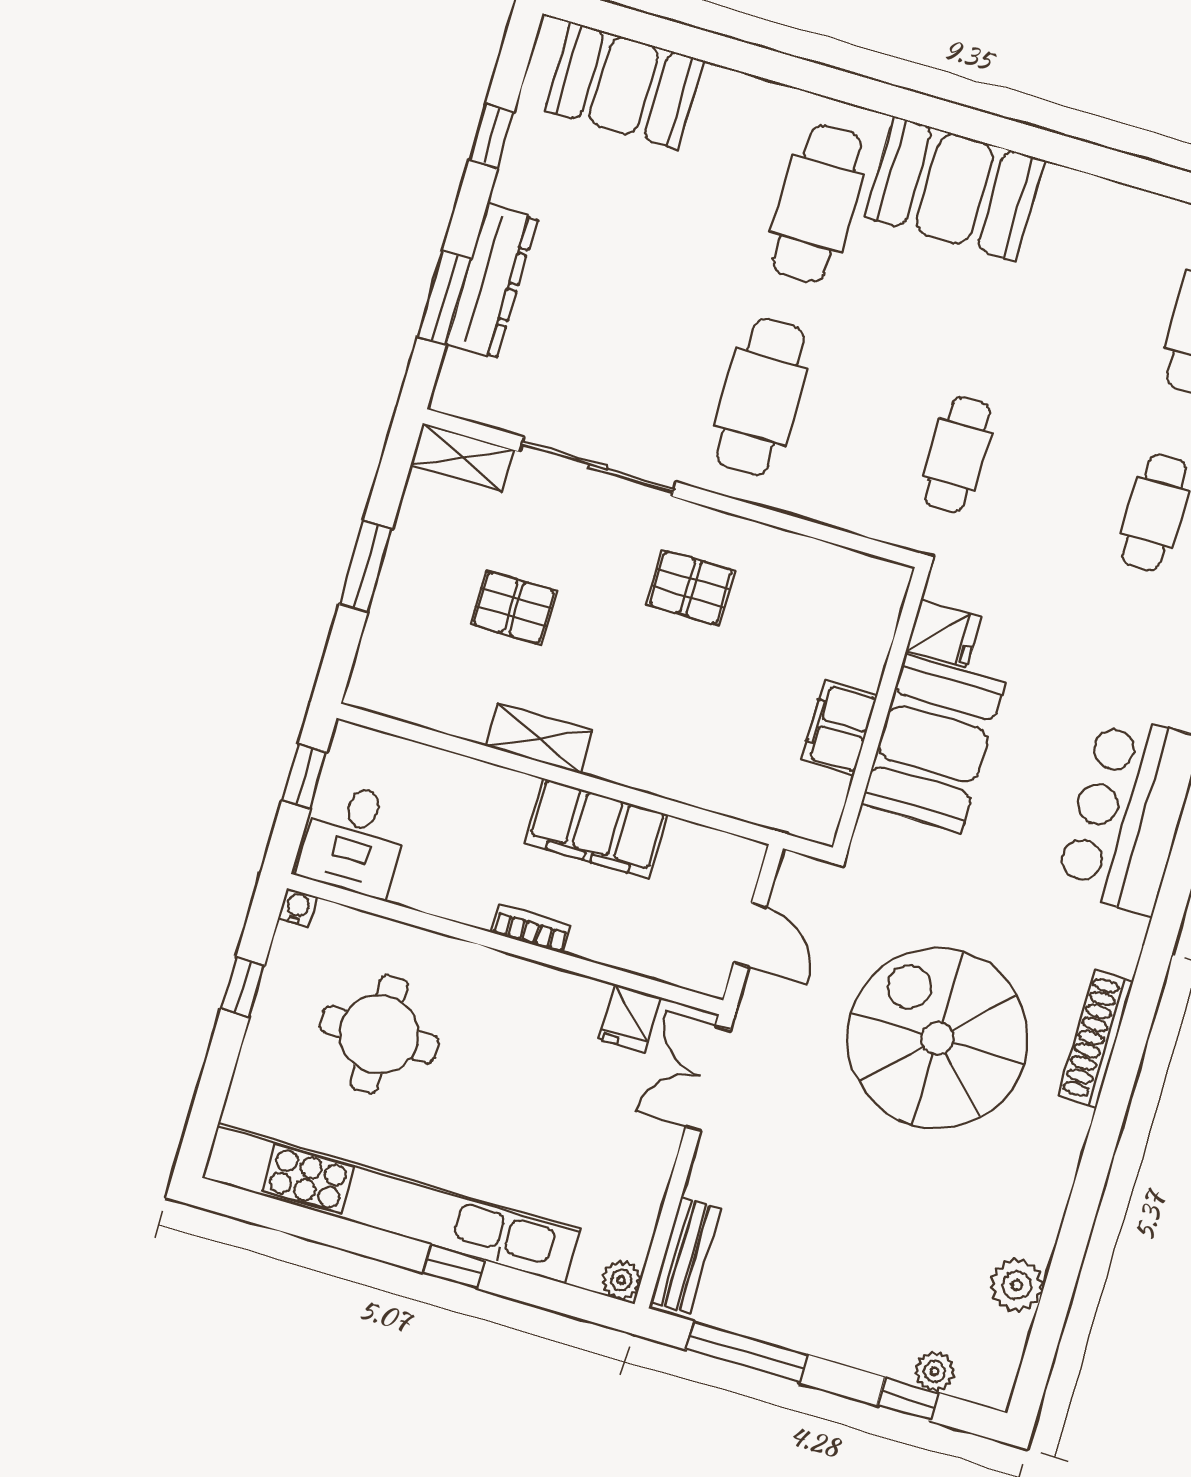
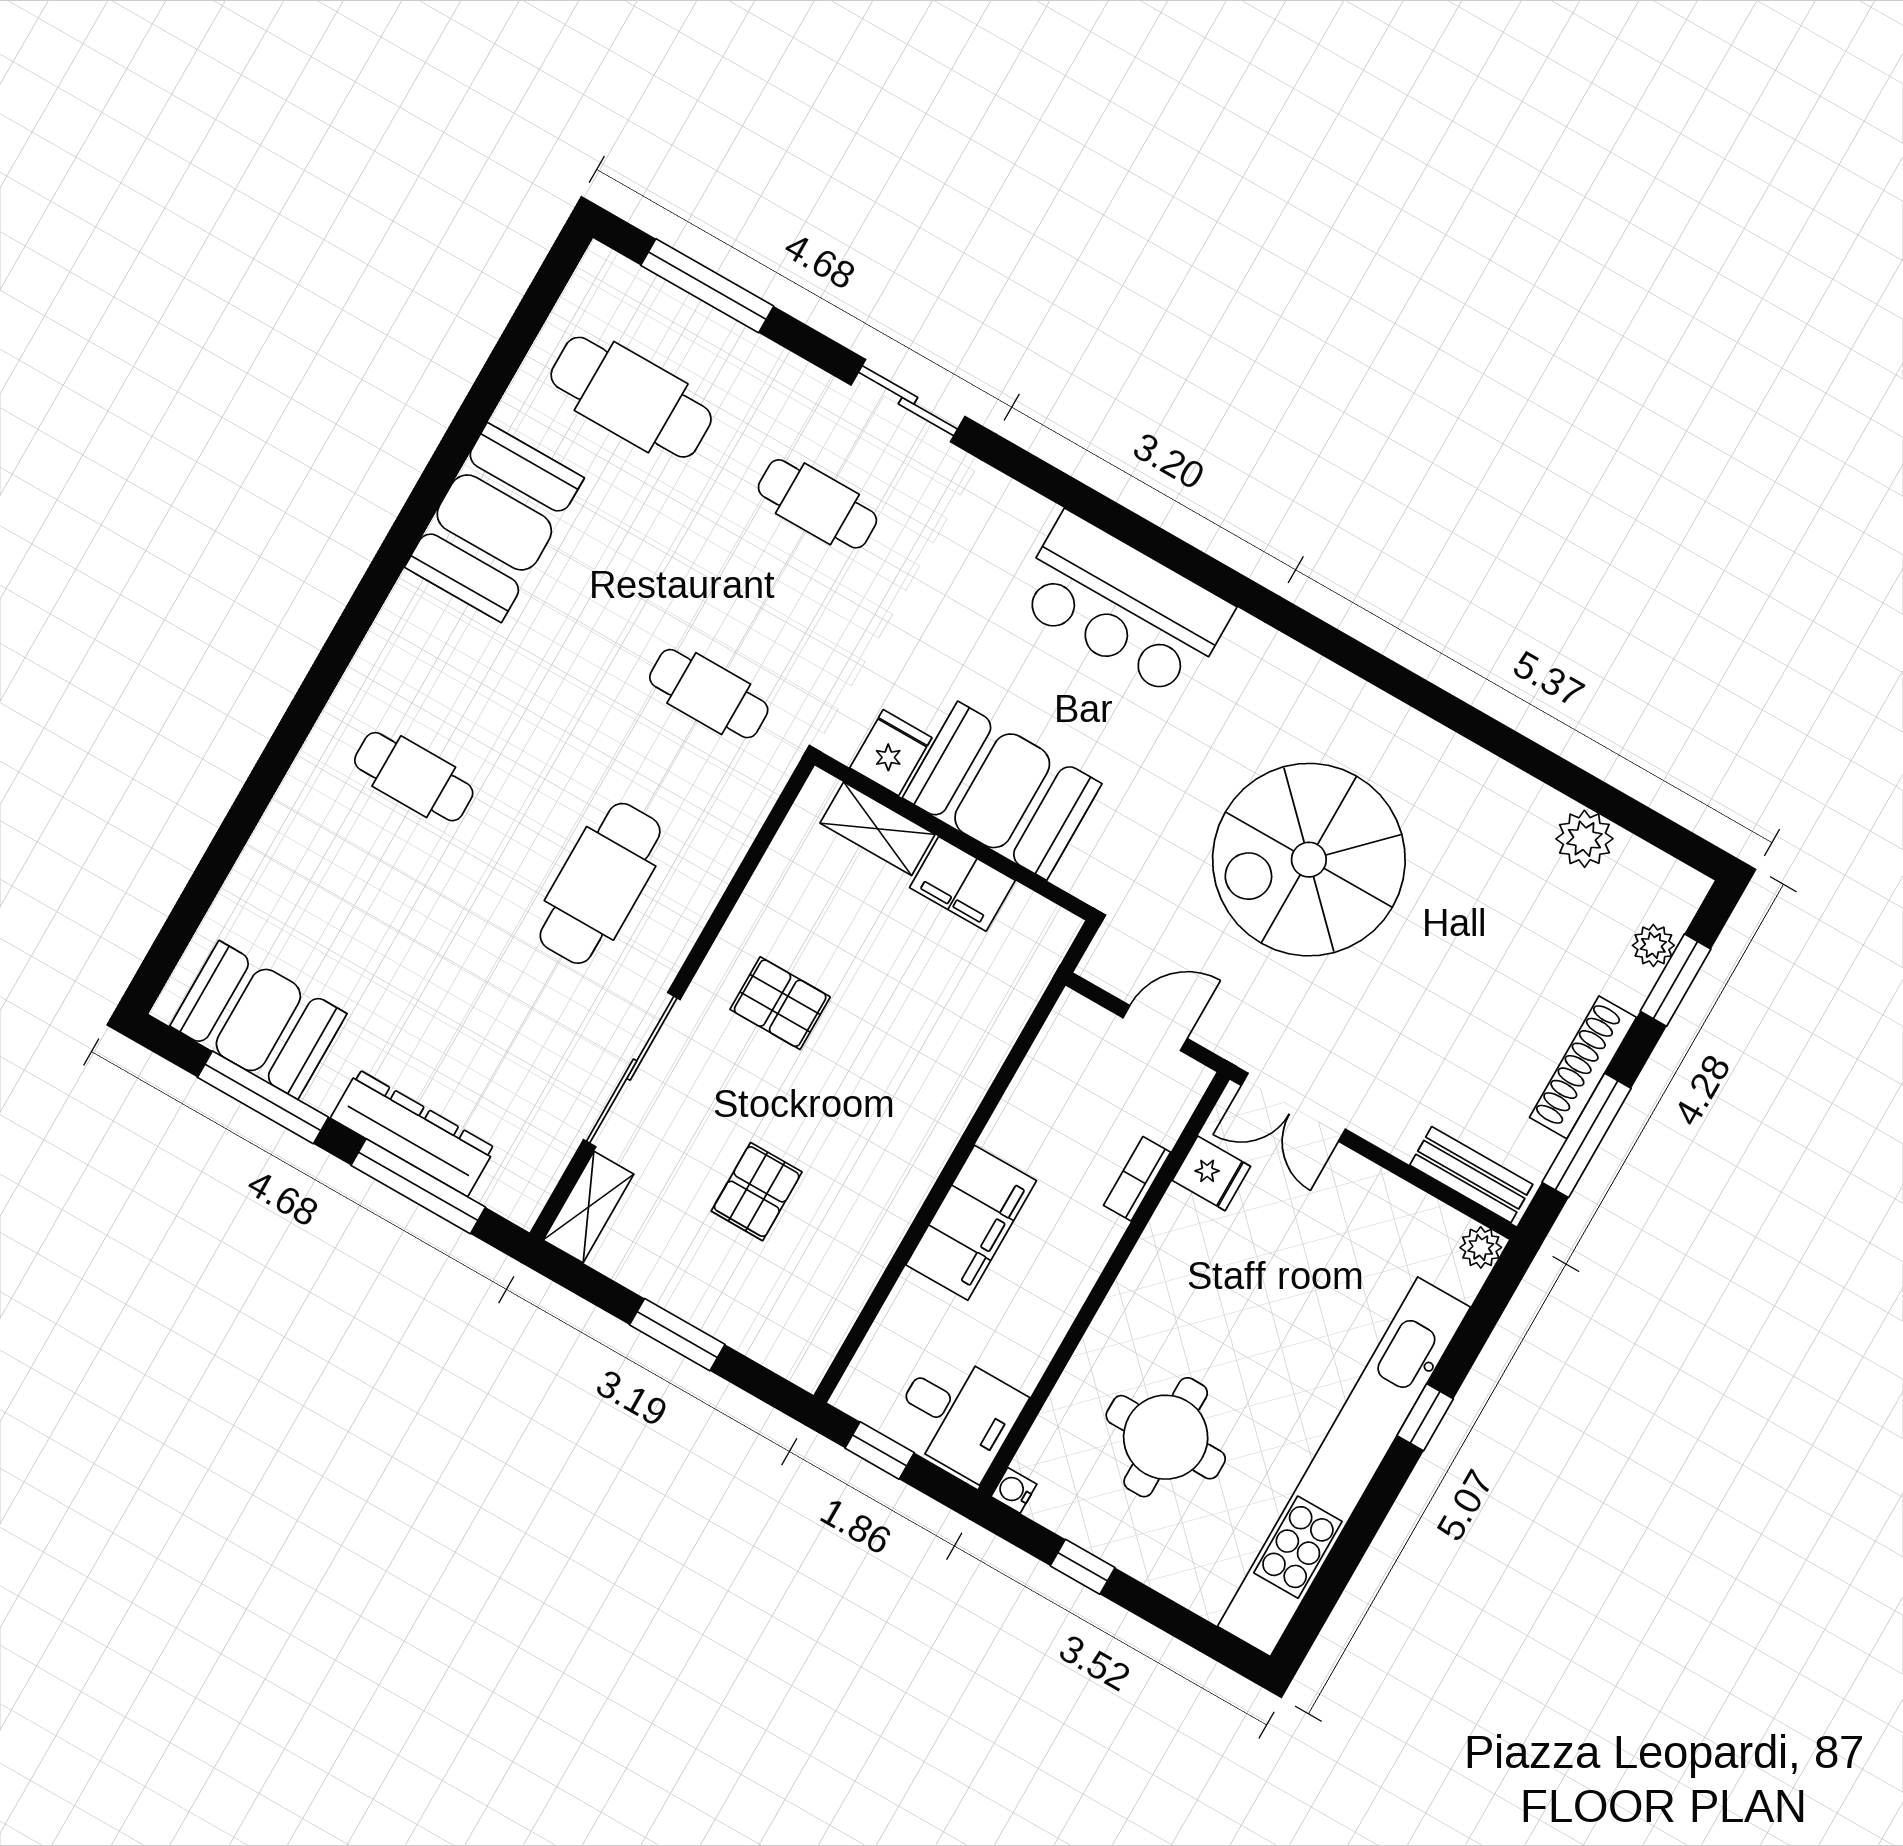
booth: (624, 86) -> (258, 1020), moved, turned 90
window: (492, 136) -> (263, 1097), width x2.17
booth: (955, 189) -> (494, 522), moved
cafe table: (817, 204) -> (414, 777), width x0.73, depth x0.74
window: (444, 297) -> (418, 1186), width x1.44
cafe table: (761, 397) -> (600, 883), turned 90
pallet: (691, 587) -> (780, 1003), turned 90
shelving: (539, 739) -> (878, 829), moved, turned 90
filing cabinet: (596, 828) -> (971, 1223), moved
bookcase: (531, 929) -> (1137, 1179), moved
shoe rack: (1096, 1039) -> (1583, 1067), moved, turned 90
window: (908, 1399) -> (1676, 980), width x1.50

